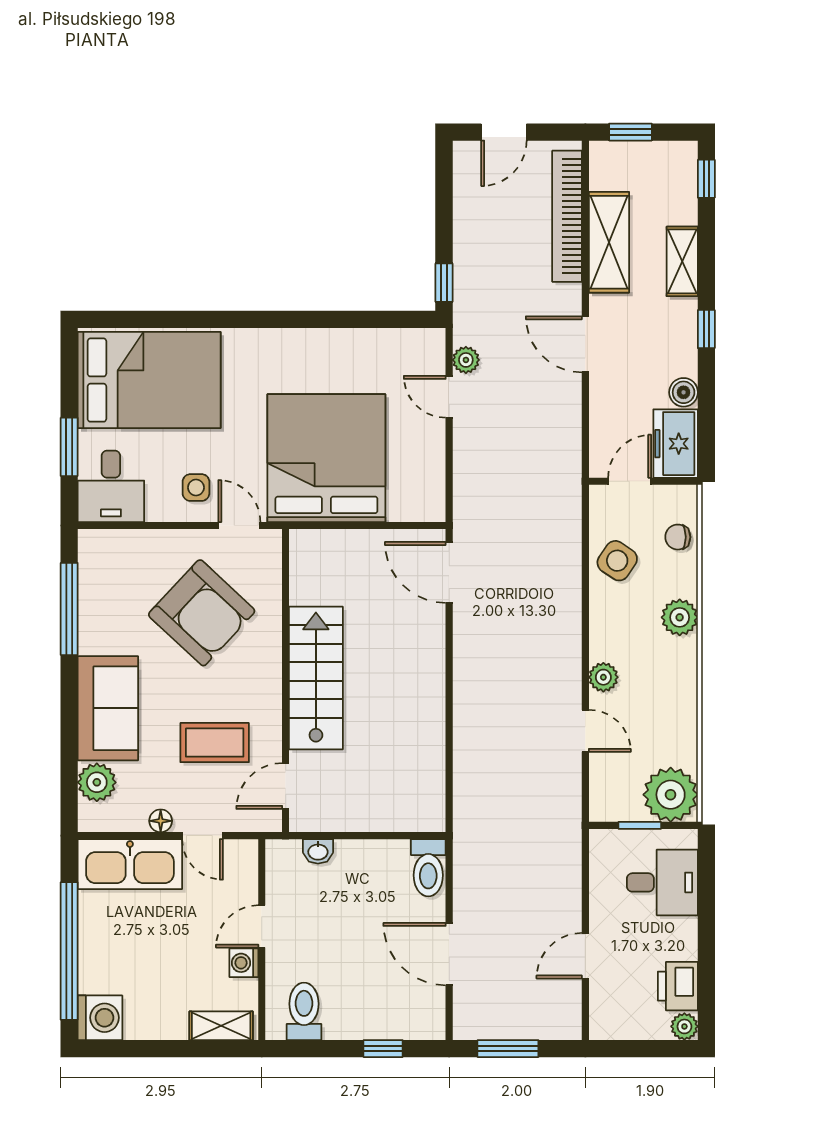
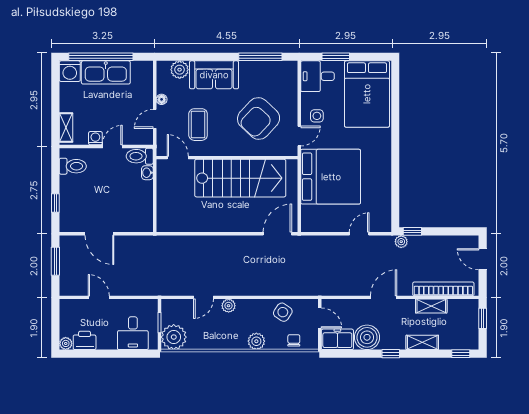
shelving: (609, 242) -> (431, 306), width x0.67, depth x0.75
plant: (466, 360) -> (401, 242), moved
boiler: (684, 392) -> (367, 337), width x1.86, depth x1.86
stairs: (316, 678) -> (240, 178), width x1.36, depth x1.51
kitchen sink: (130, 864) -> (106, 72), moved, turned -90
toilet: (428, 868) -> (140, 156), moved
door: (262, 926) -> (112, 146), hinge flipped
door: (449, 954) -> (99, 234), swing flipped

